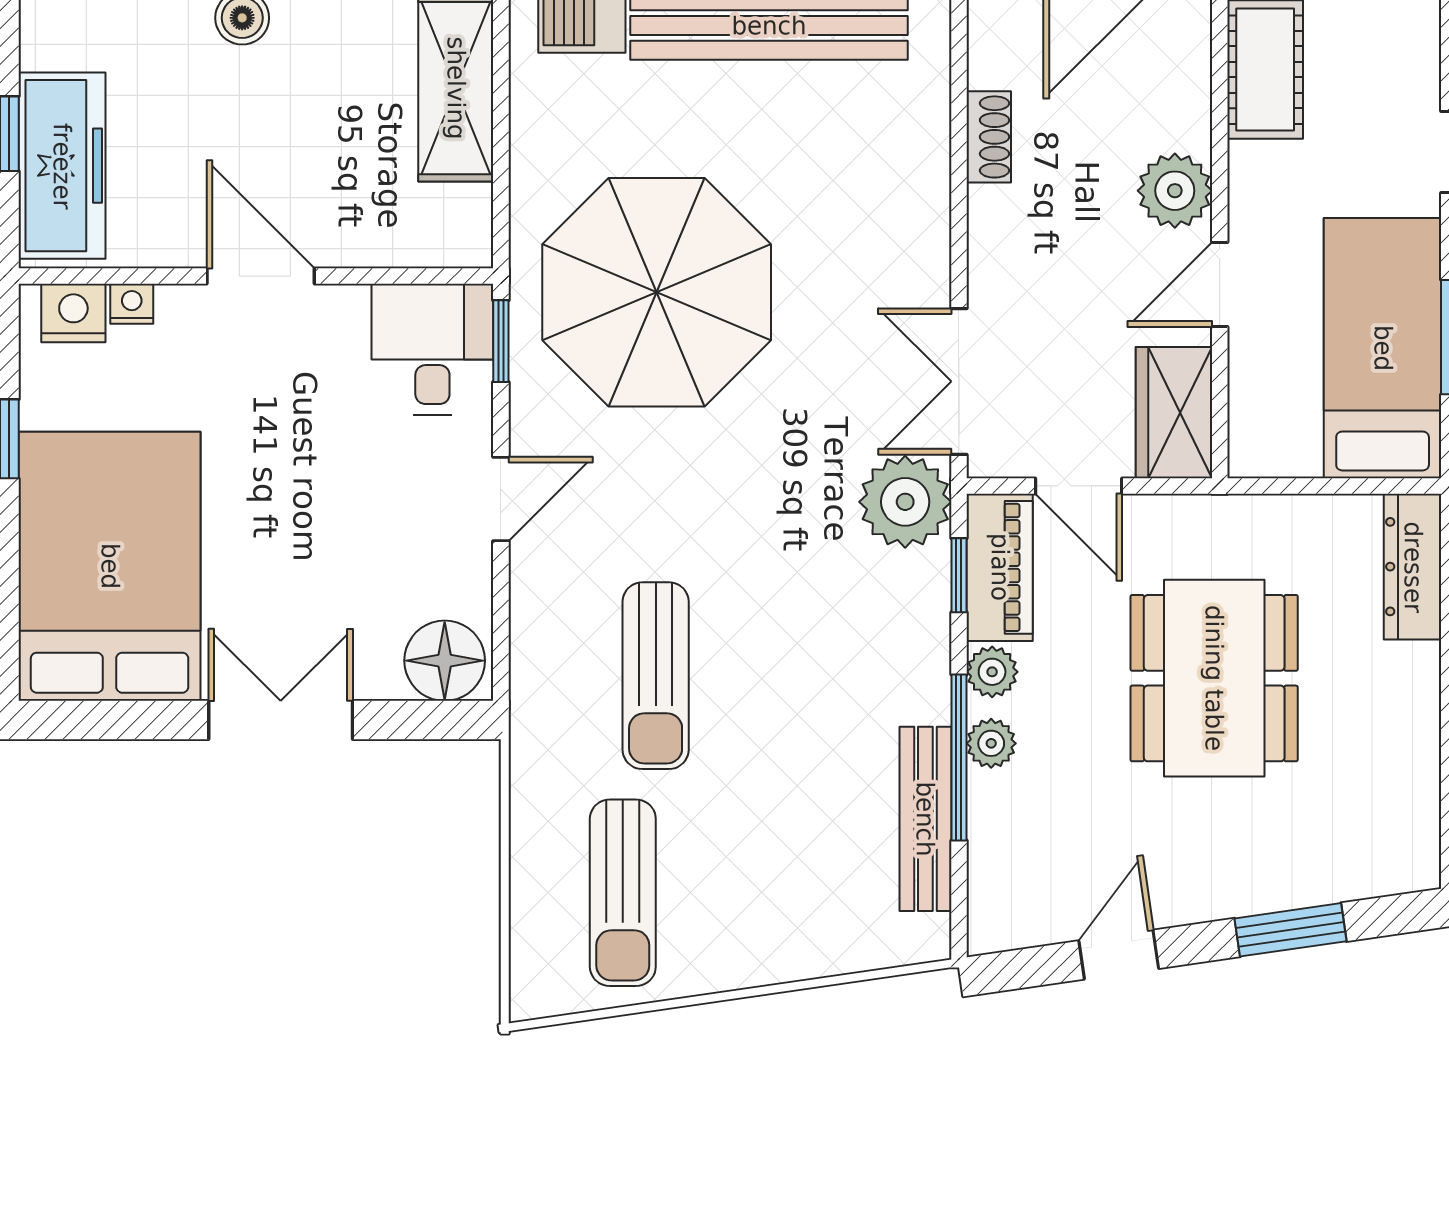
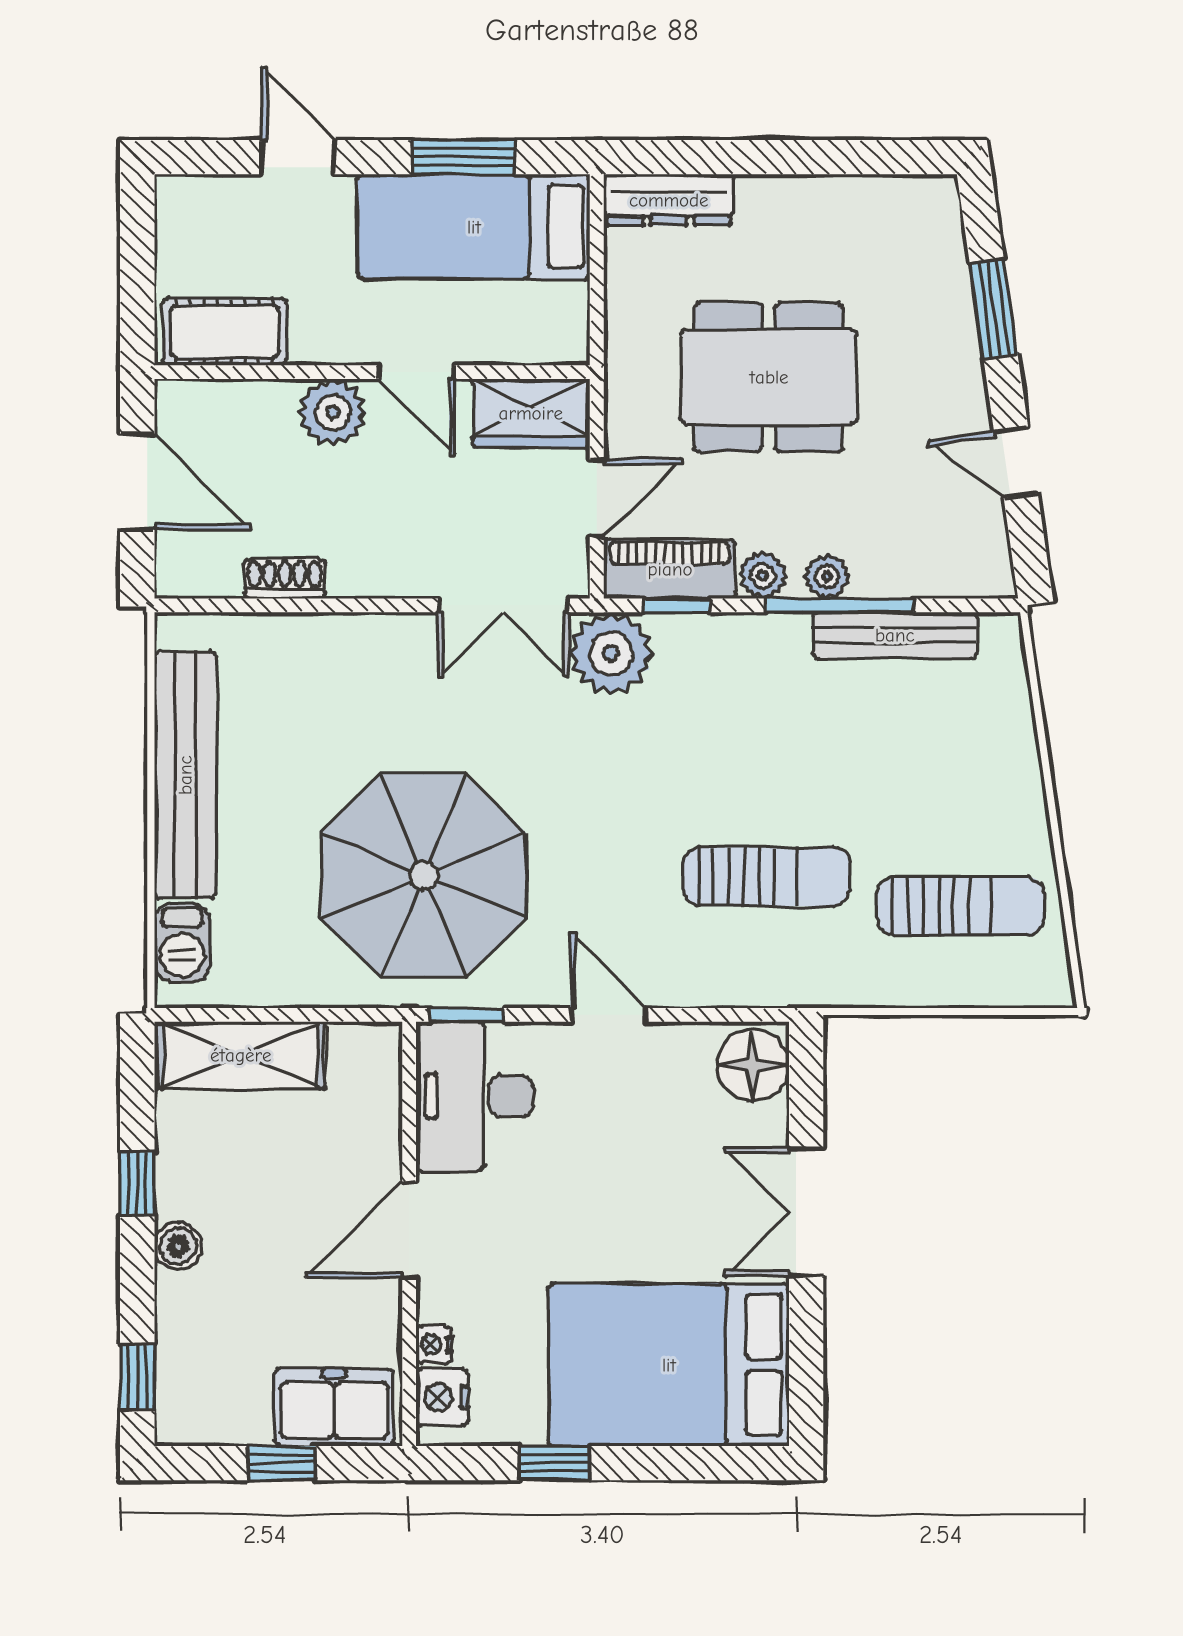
freezer: (62, 166) -> (334, 1407), width x0.71
desk: (432, 349) -> (475, 1096), width x1.37

